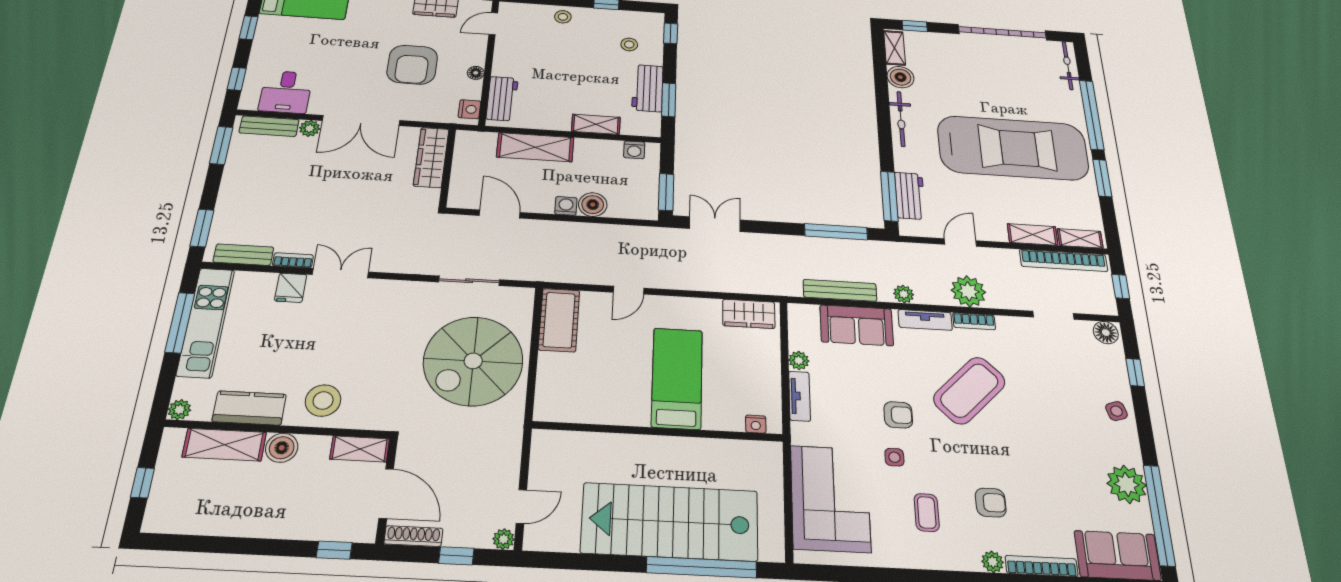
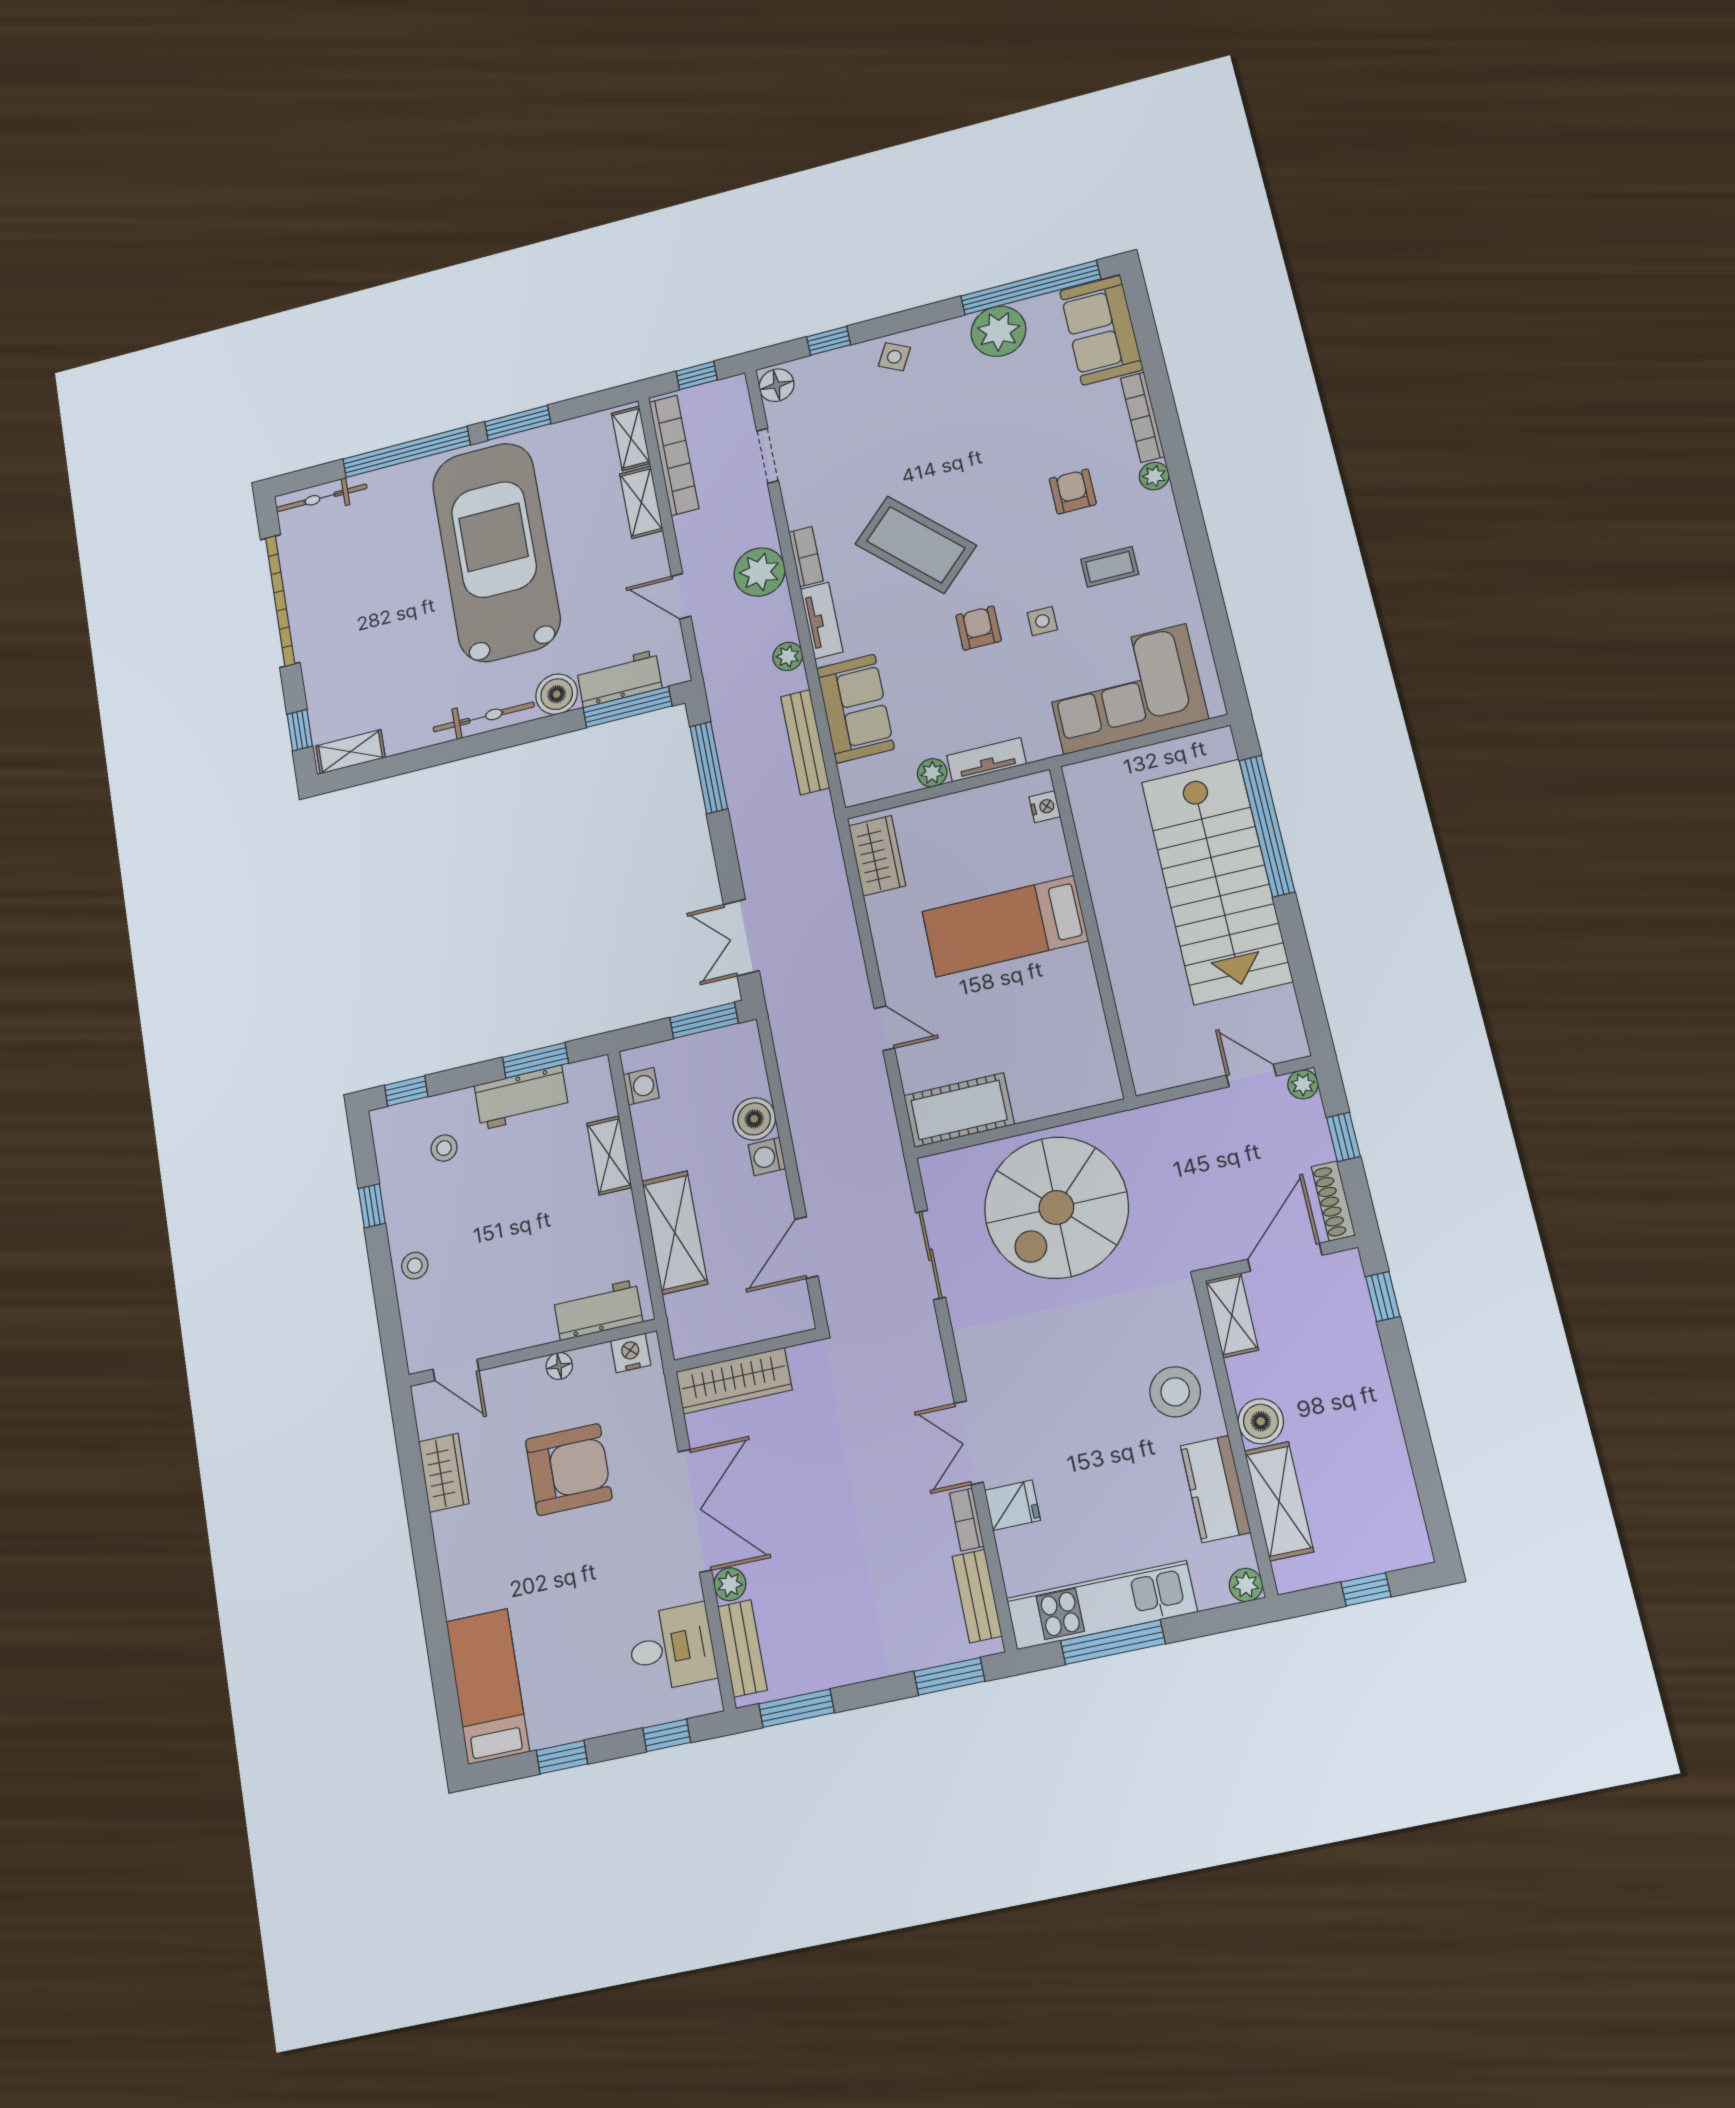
boiler: (900, 77) -> (557, 694), moved
spiral stairs: (473, 361) -> (1056, 1207), turned 90
side table: (1116, 411) -> (894, 357), turned 45

